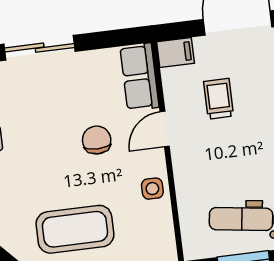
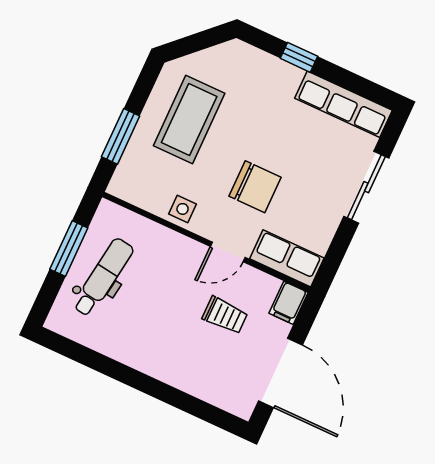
door: (165, 129) -> (228, 252), swing flipped
chair: (97, 140) -> (255, 187), width x1.37, depth x1.37

